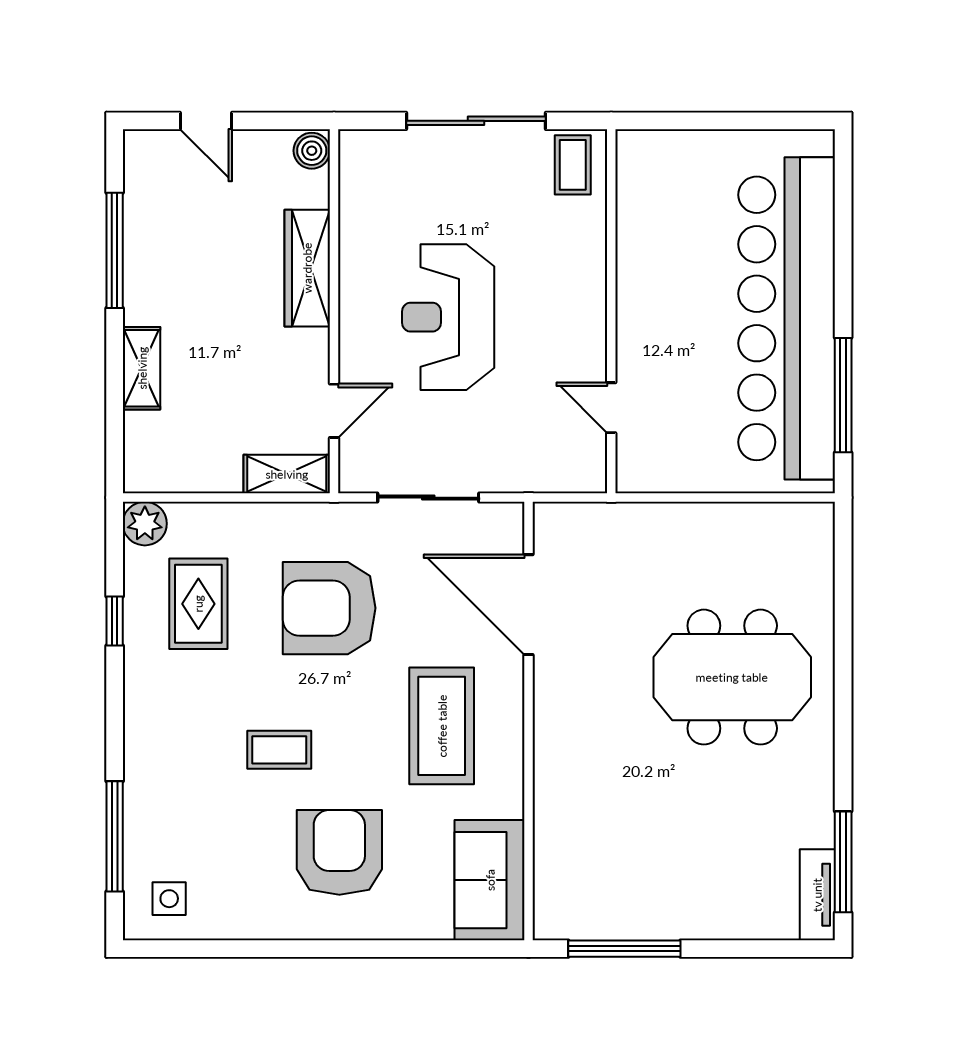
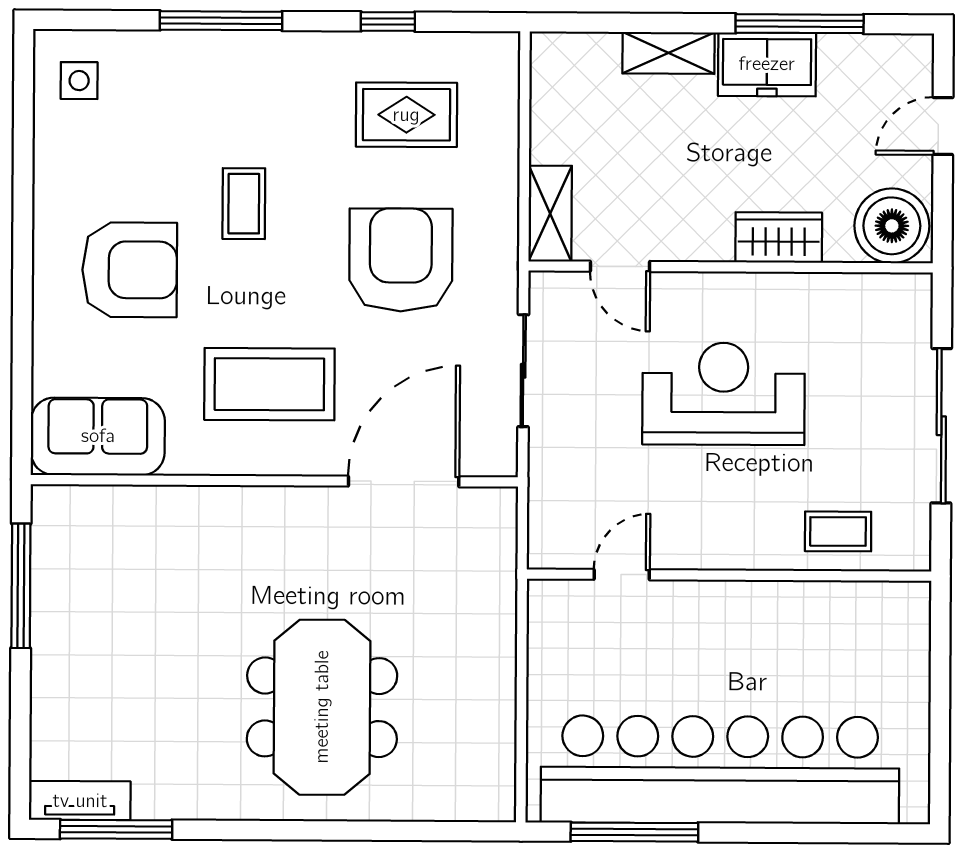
boiler: (312, 151) -> (892, 226), width x1.86, depth x1.86
coffee table: (573, 165) -> (838, 531), moved
wardrobe: (307, 268) -> (779, 238), width x0.67
freezer: (151, 279) -> (767, 64), added
plant: (145, 524) -> (496, 56), removed
window: (115, 836) -> (221, 21), moved

